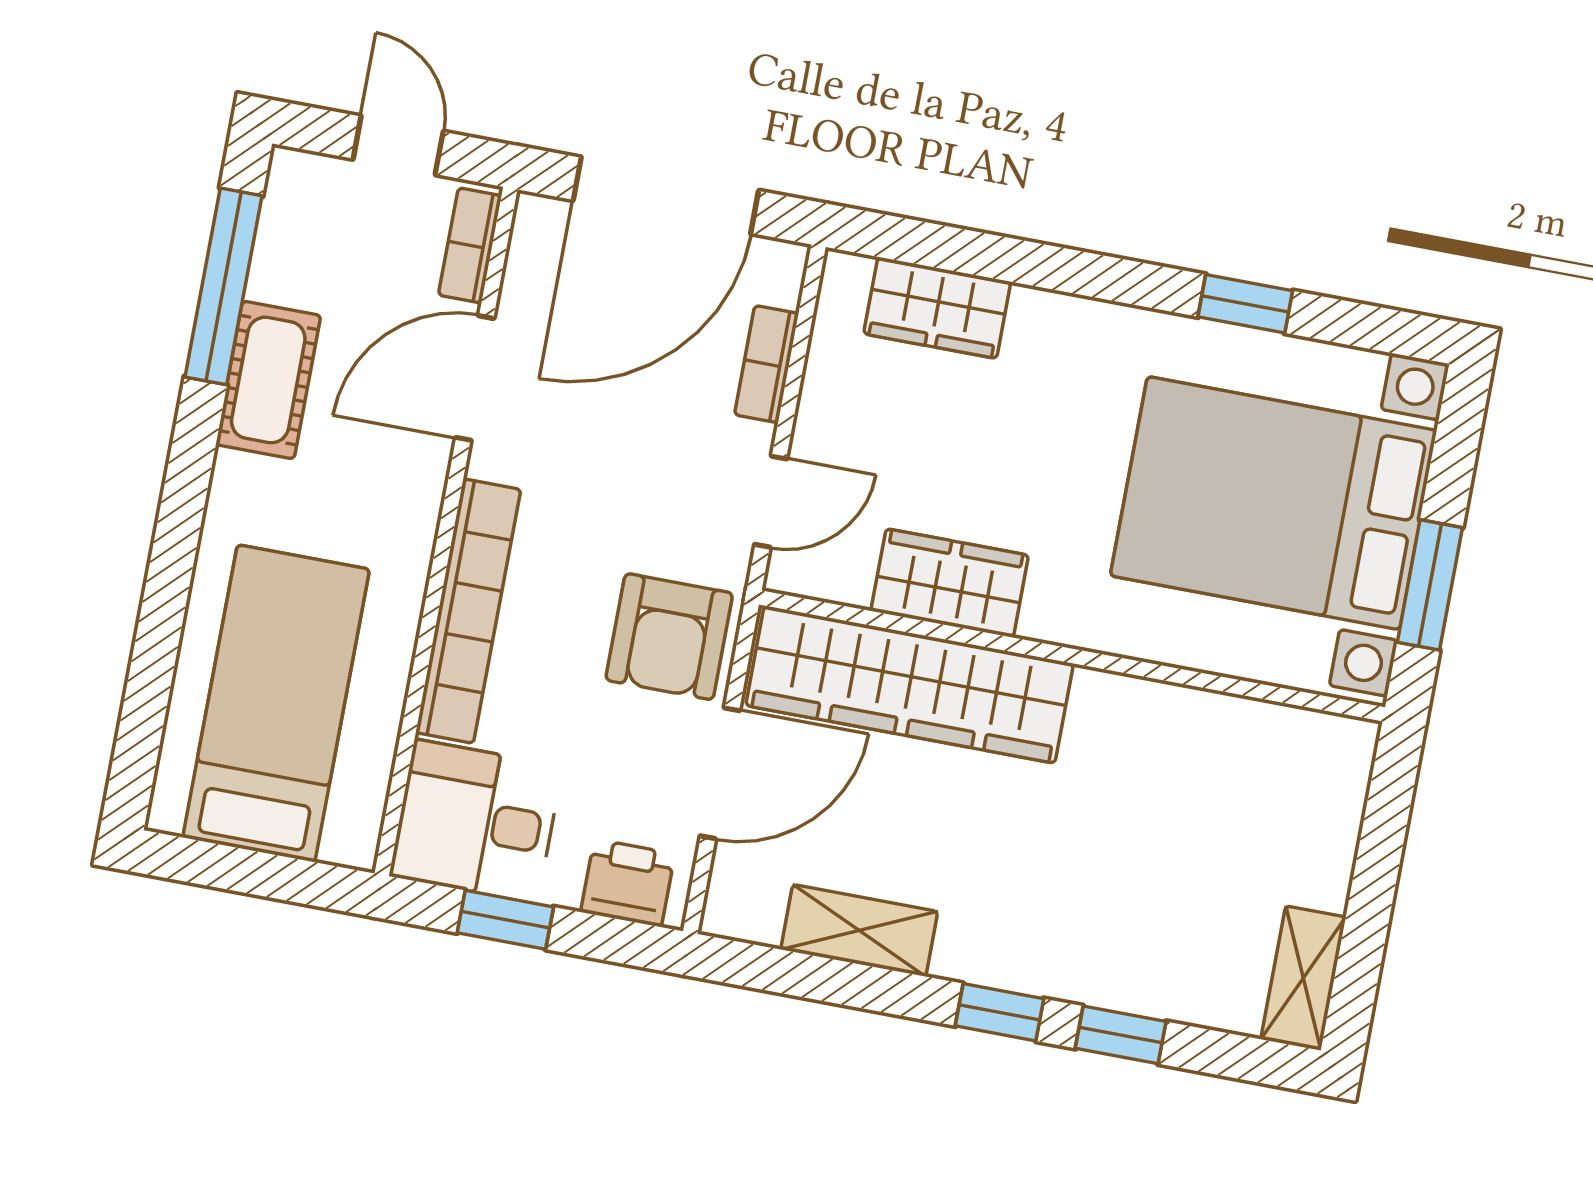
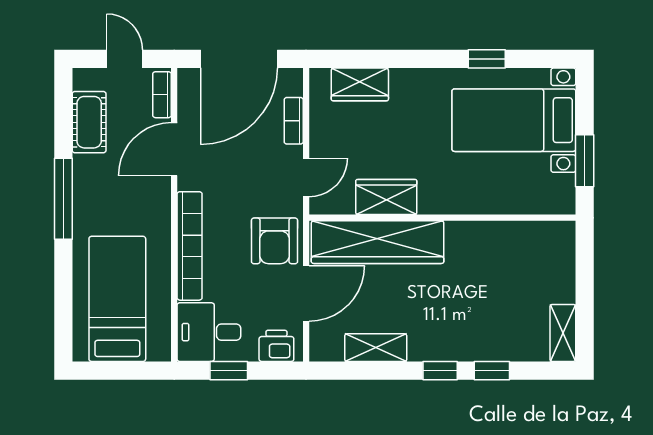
window: (223, 286) -> (63, 199), moved
cot: (268, 380) -> (89, 122), moved
bed with nightstands: (1274, 503) -> (514, 120), width x0.73

